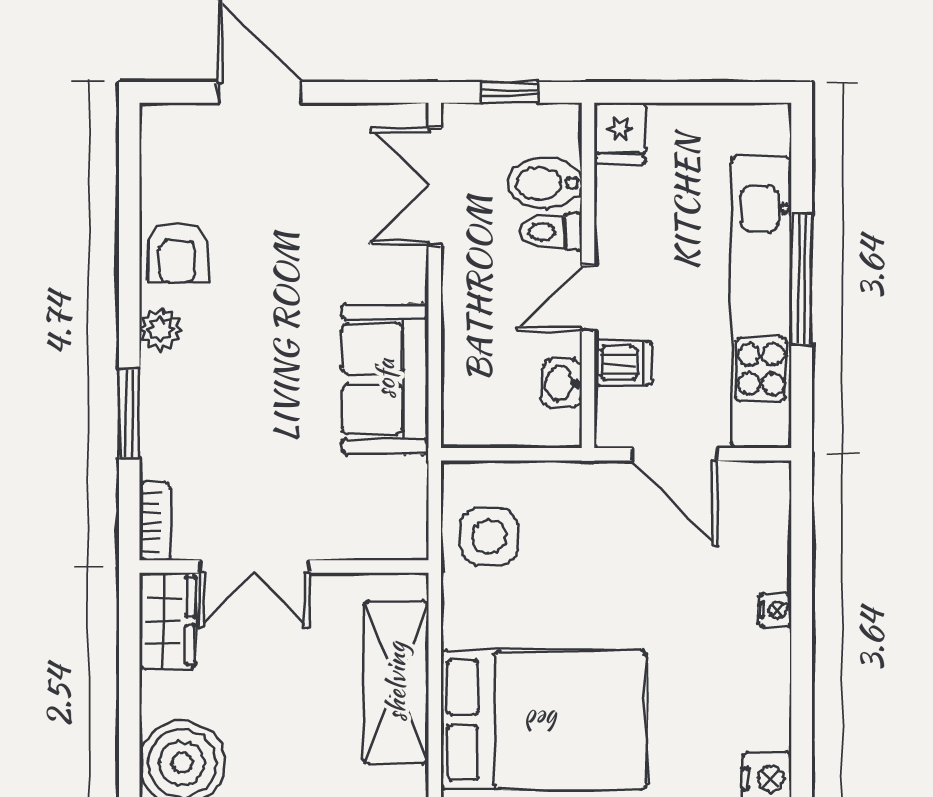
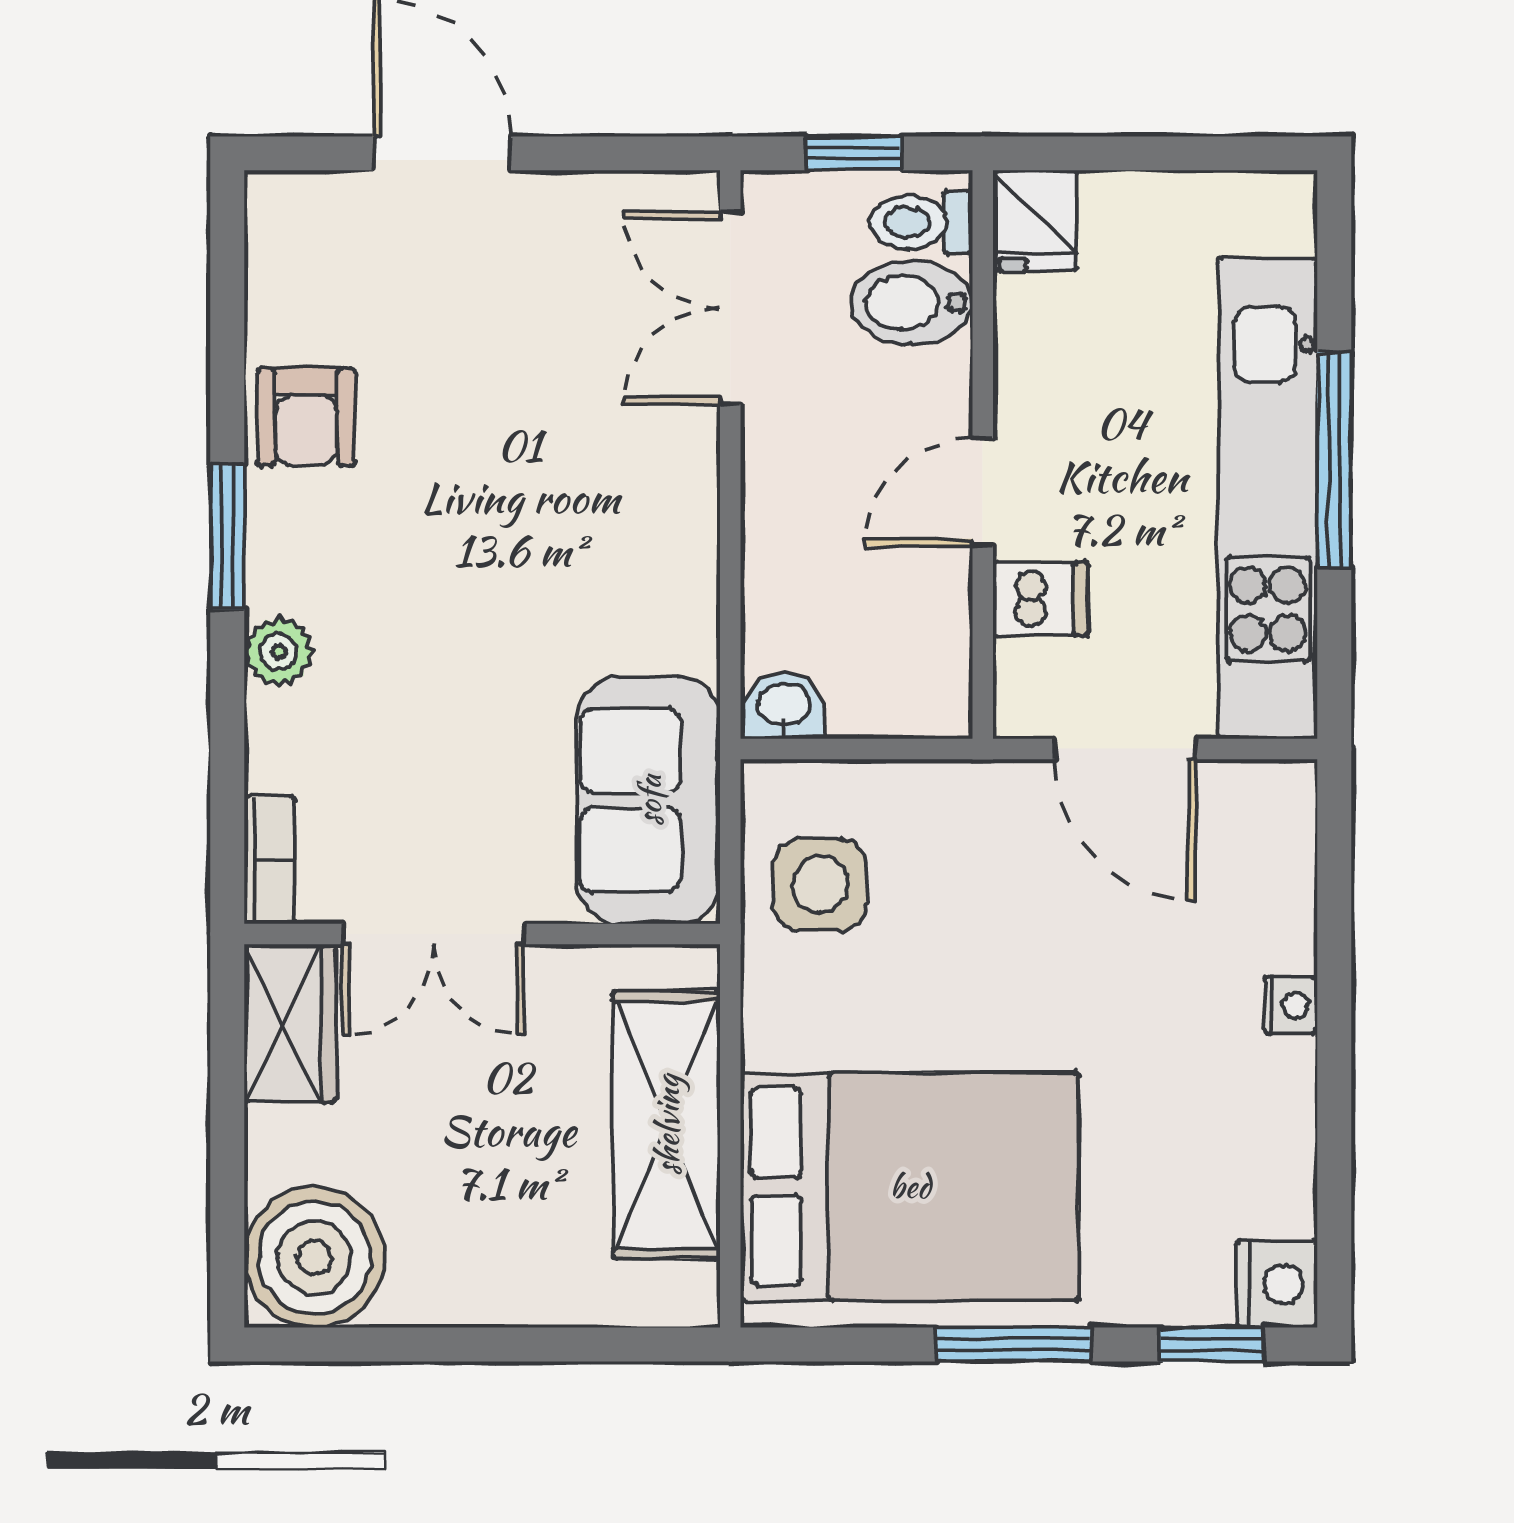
toilet: (551, 232) -> (921, 222), moved
plant: (161, 329) -> (279, 652), moved
sofa: (385, 379) -> (649, 800), moved
washbasin: (562, 383) -> (784, 706), moved, turned 90
window: (129, 414) -> (227, 536), moved

